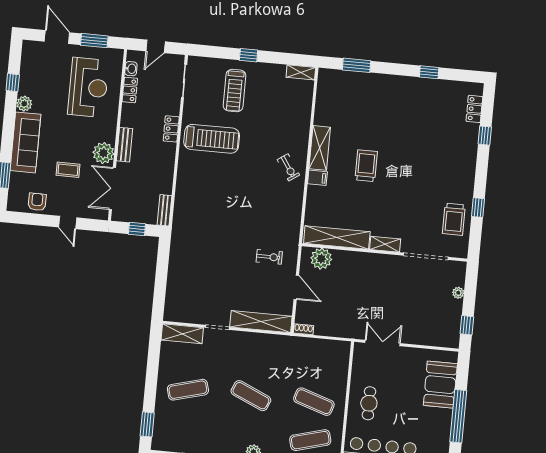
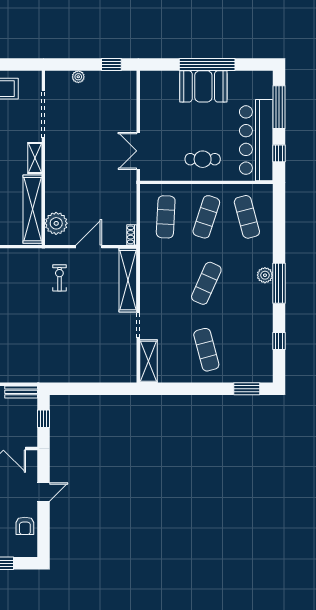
armchair: (37, 202) -> (25, 526), turned -90
exercise mat: (318, 363) -> (166, 217), added
booth: (440, 385) -> (203, 86), moved

